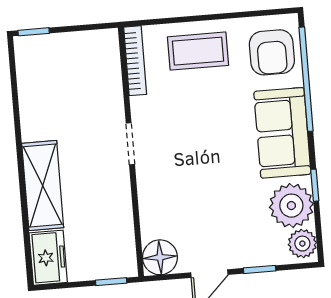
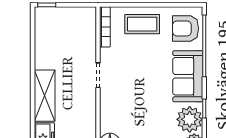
armchair: (272, 52) -> (186, 28), turned 90

